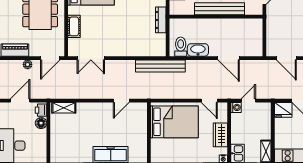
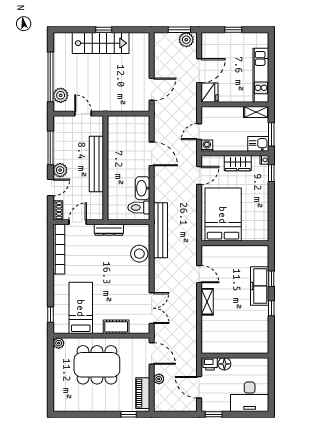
stool: (139, 47) -> (139, 254), added
door: (229, 58) -> (152, 154), hinge flipped
door: (248, 101) -> (199, 132), hinge flipped
shelving: (64, 108) -> (207, 302), moved

